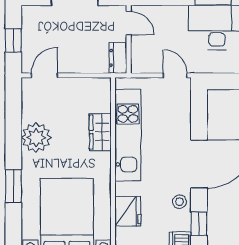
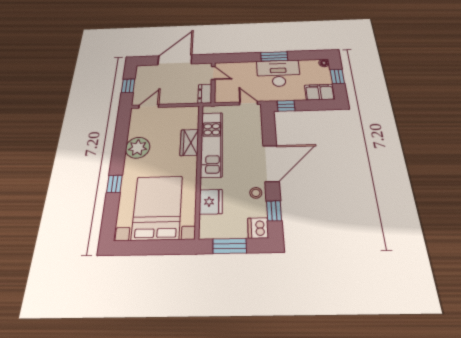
window: (223, 81) -> (286, 106), added
window: (13, 186) -> (114, 184), width x0.67

